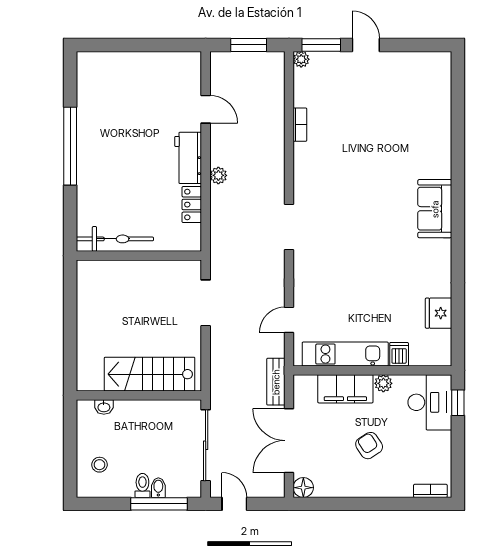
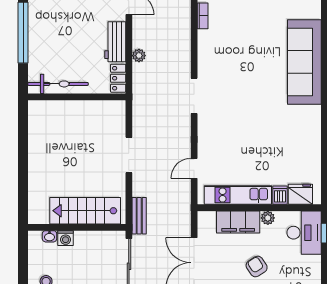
sofa: (435, 209) -> (304, 62), width x1.85, depth x1.27
bicycle: (115, 239) -> (58, 84), moved
wall: (139, 256) -> (77, 97), moved
fridge: (439, 313) -> (300, 194), moved, turned 90
bench: (276, 382) -> (139, 216), moved
washing machine: (124, 409) -> (66, 238), added

